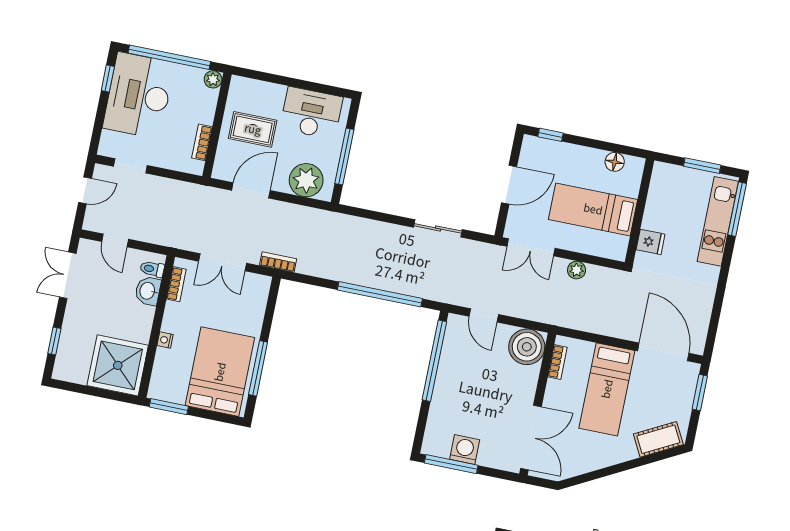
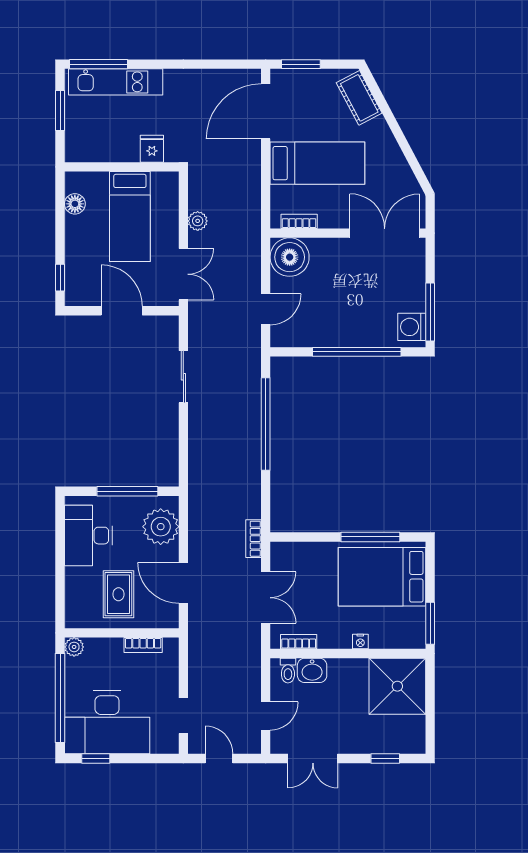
window: (434, 361) -> (357, 352), moved
washing machine: (465, 450) -> (412, 327), moved

